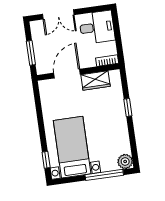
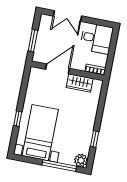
window: (128, 108) -> (95, 139), moved
window: (46, 160) -> (18, 119), moved

